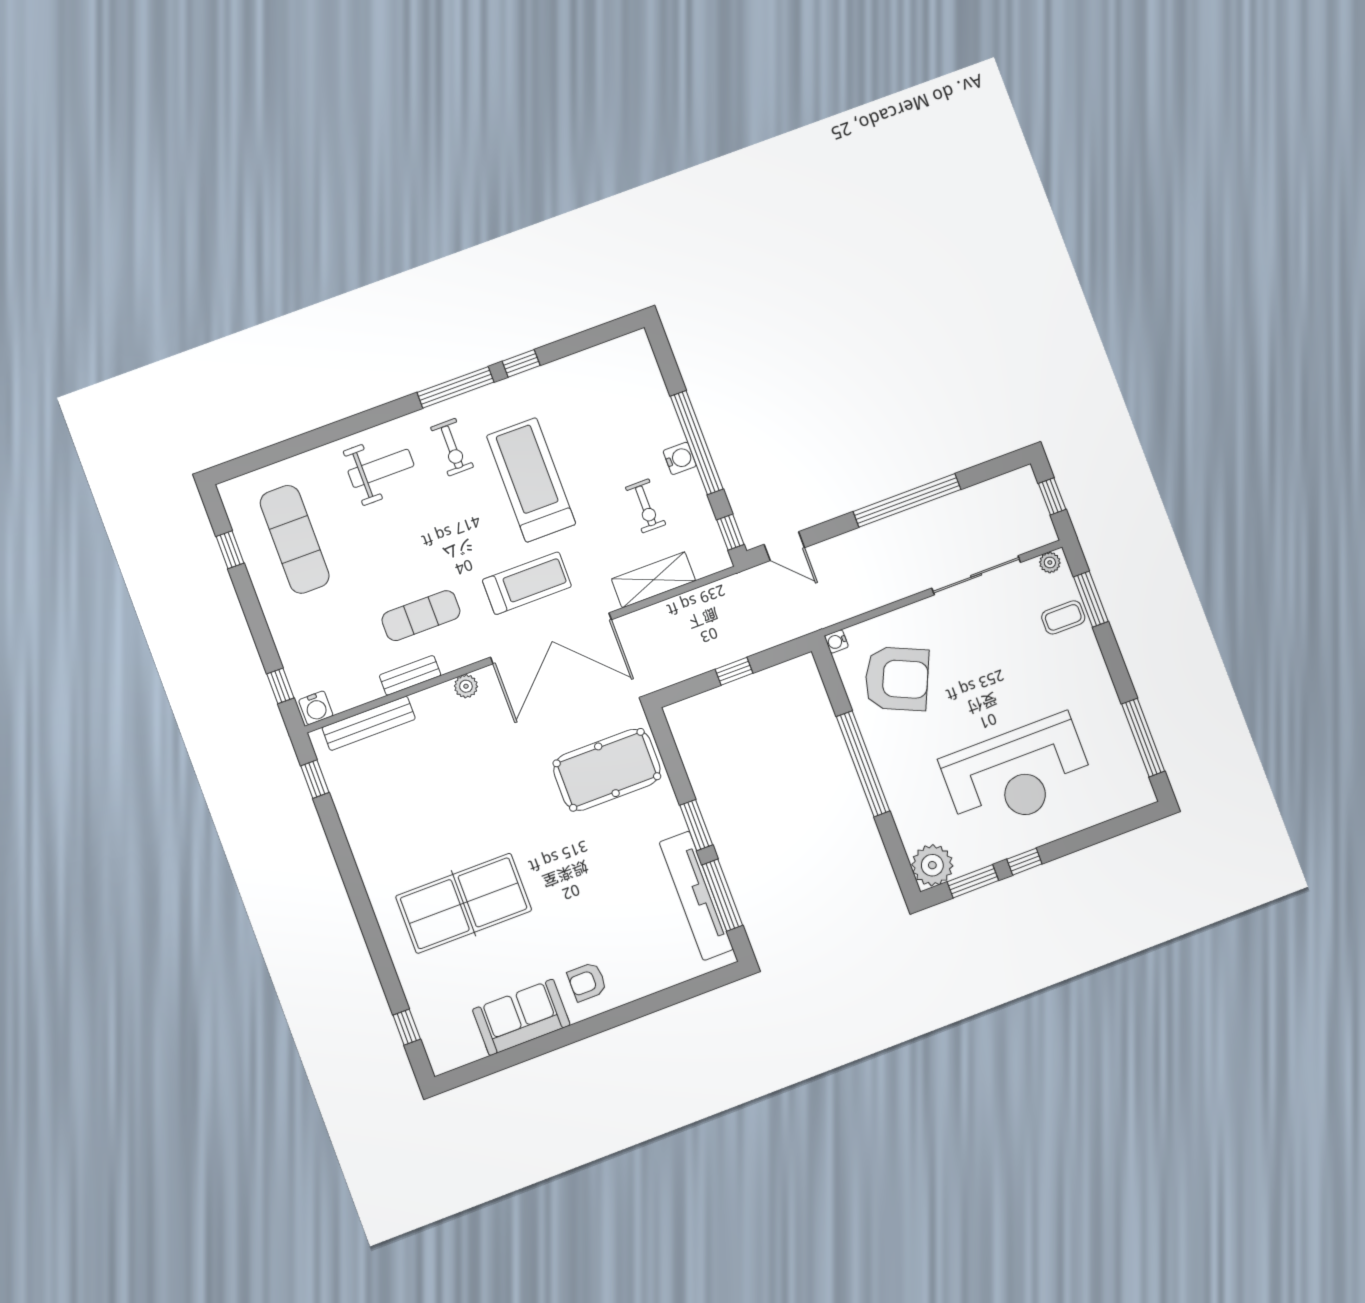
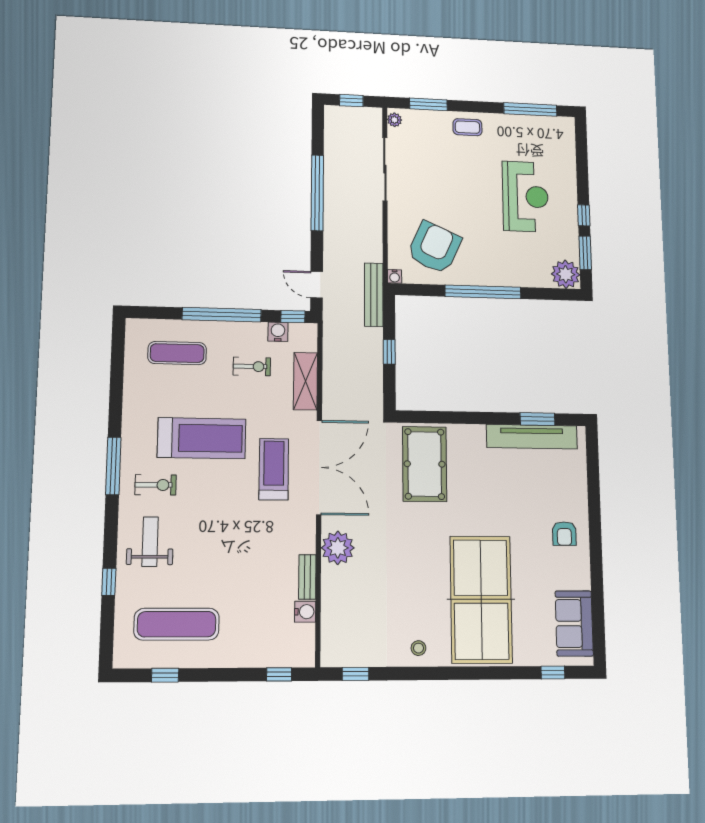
window: (521, 363) -> (109, 582), moved
water cooler: (680, 458) -> (278, 332), moved
treadmill: (531, 480) -> (202, 438), turned 180
door: (784, 546) -> (317, 285), swing flipped
exercise mat: (421, 616) -> (177, 353), moved, turned 90
coffee table: (1063, 617) -> (467, 127), moved, turned 90
plant: (466, 686) -> (338, 548), width x1.88, depth x1.88
water cooler: (316, 708) -> (305, 612), moved
bench: (369, 723) -> (374, 295), moved
reception desk: (1017, 774) -> (525, 197), width x0.74, depth x0.77
window: (696, 825) -> (484, 418), removed
stool: (374, 846) -> (418, 648), added
window: (722, 895) -> (537, 419), width x0.69
table tennis table: (464, 903) -> (481, 599), width x1.36, depth x1.32
sofa: (521, 1017) -> (574, 623), moved

